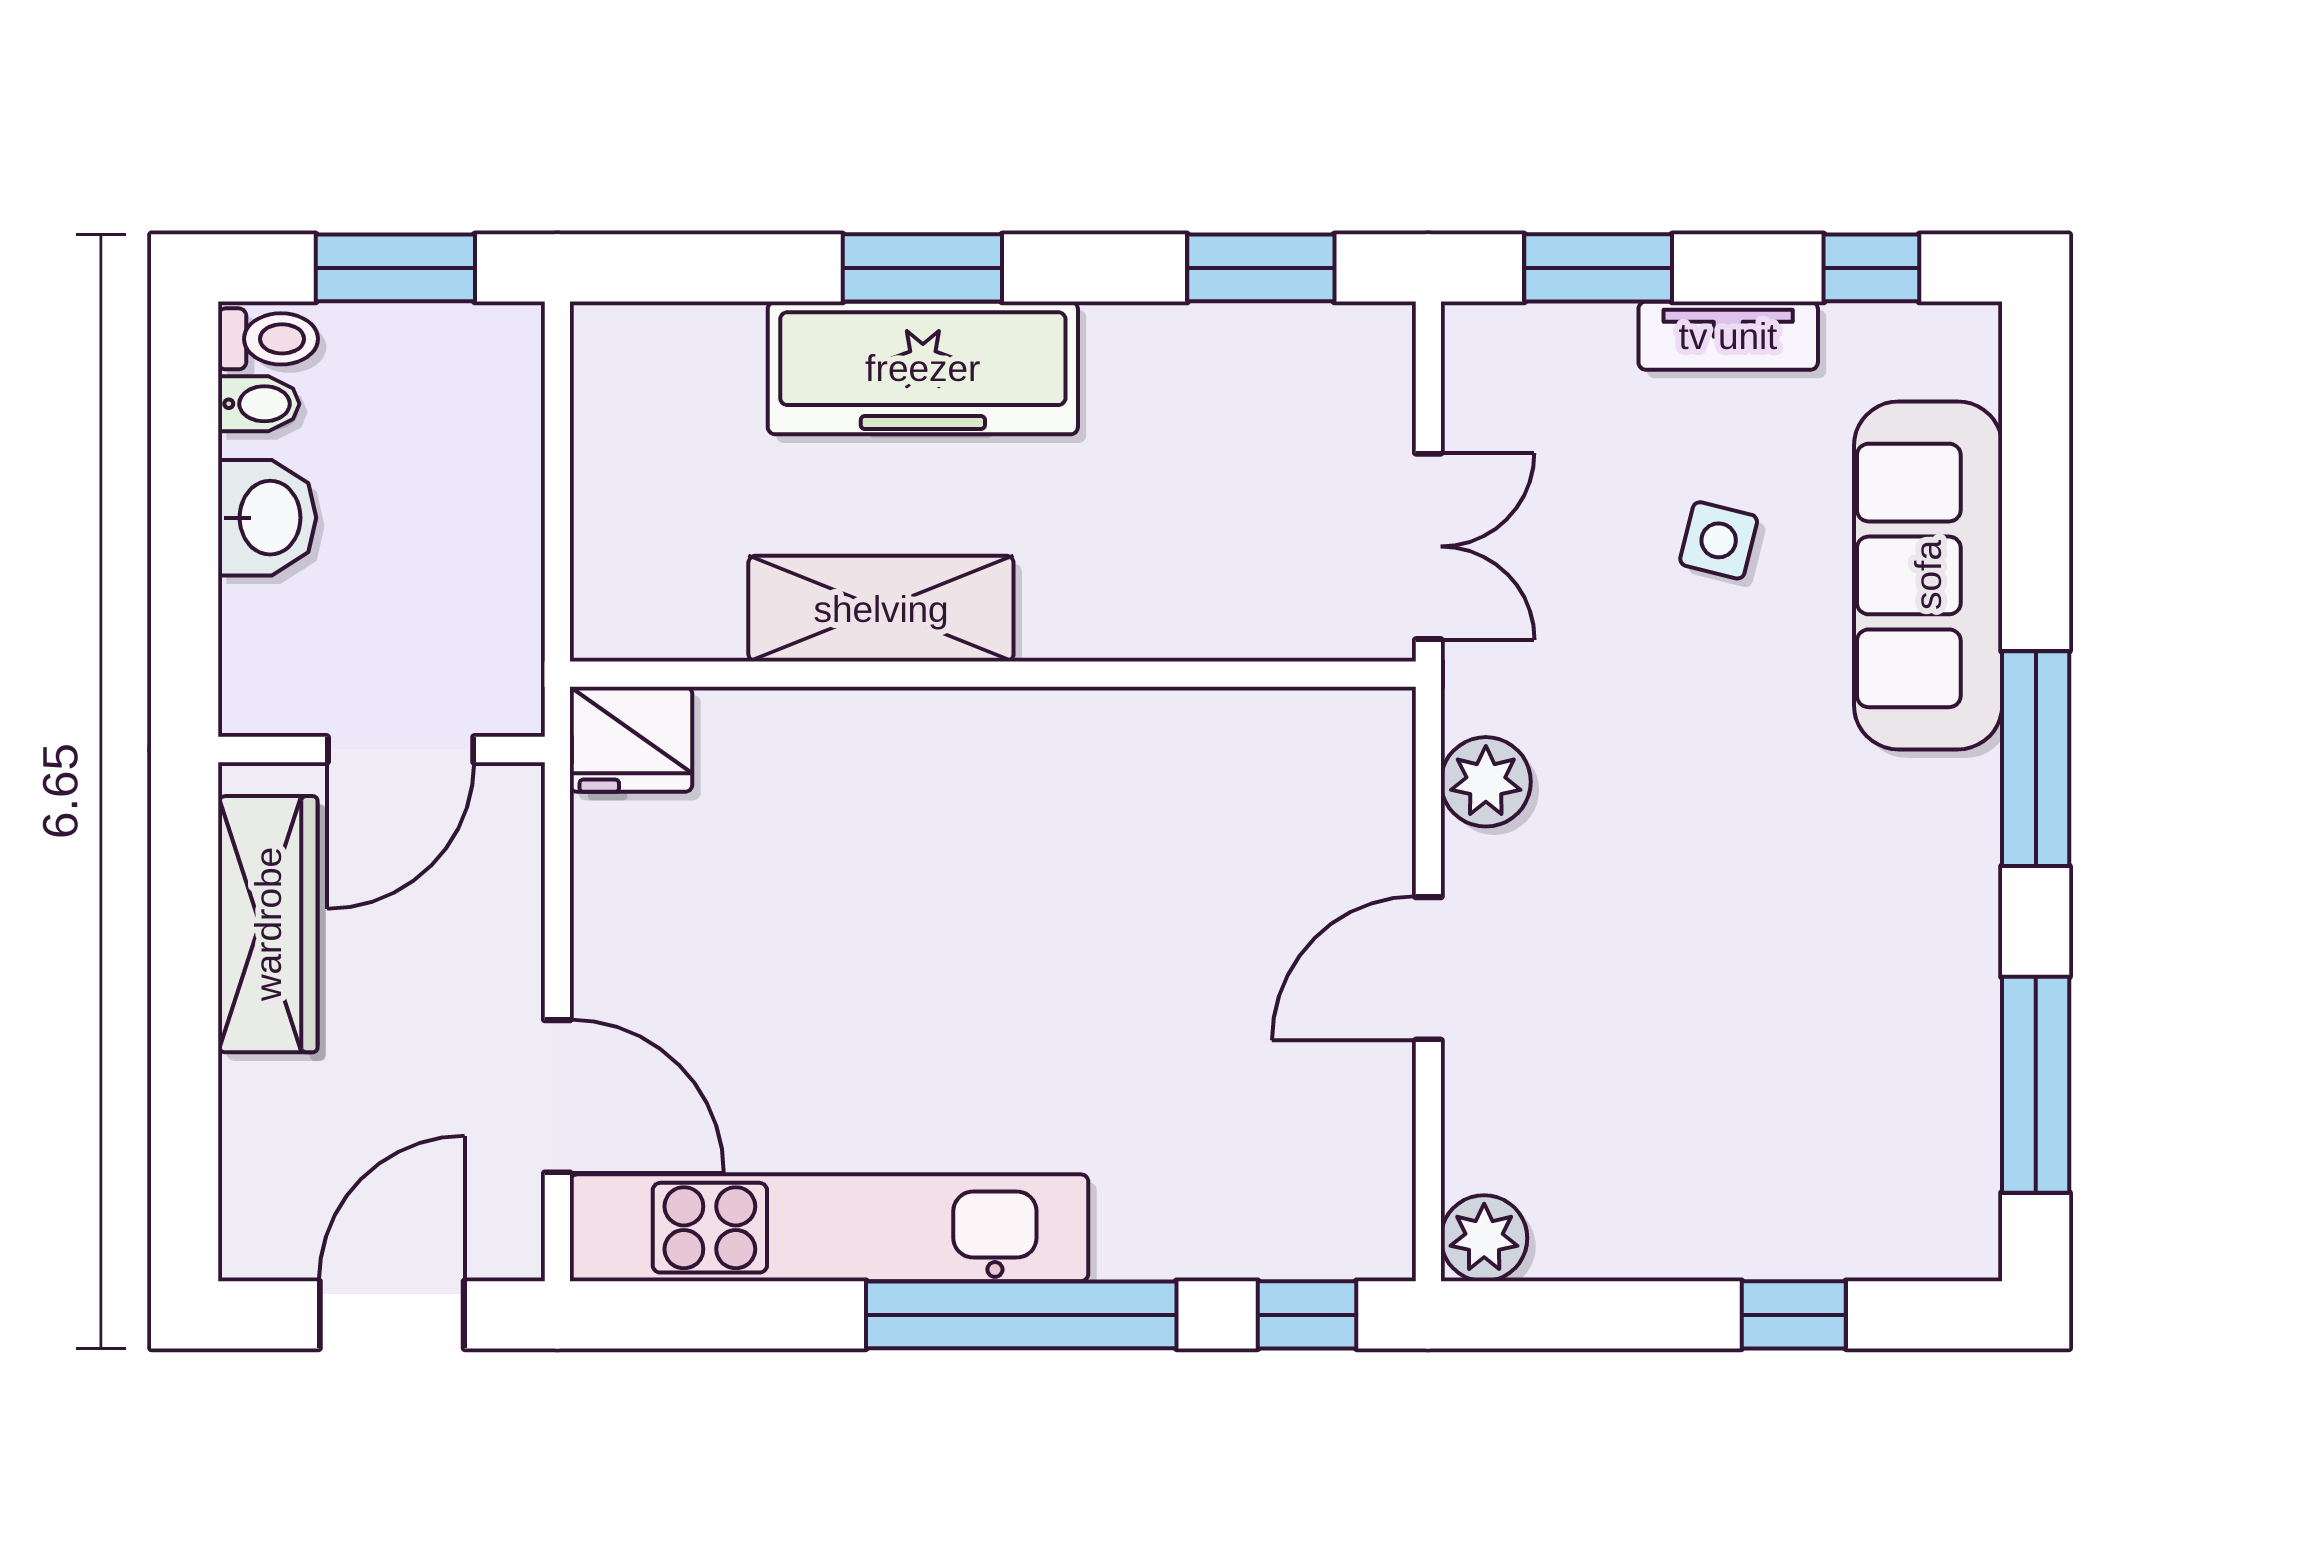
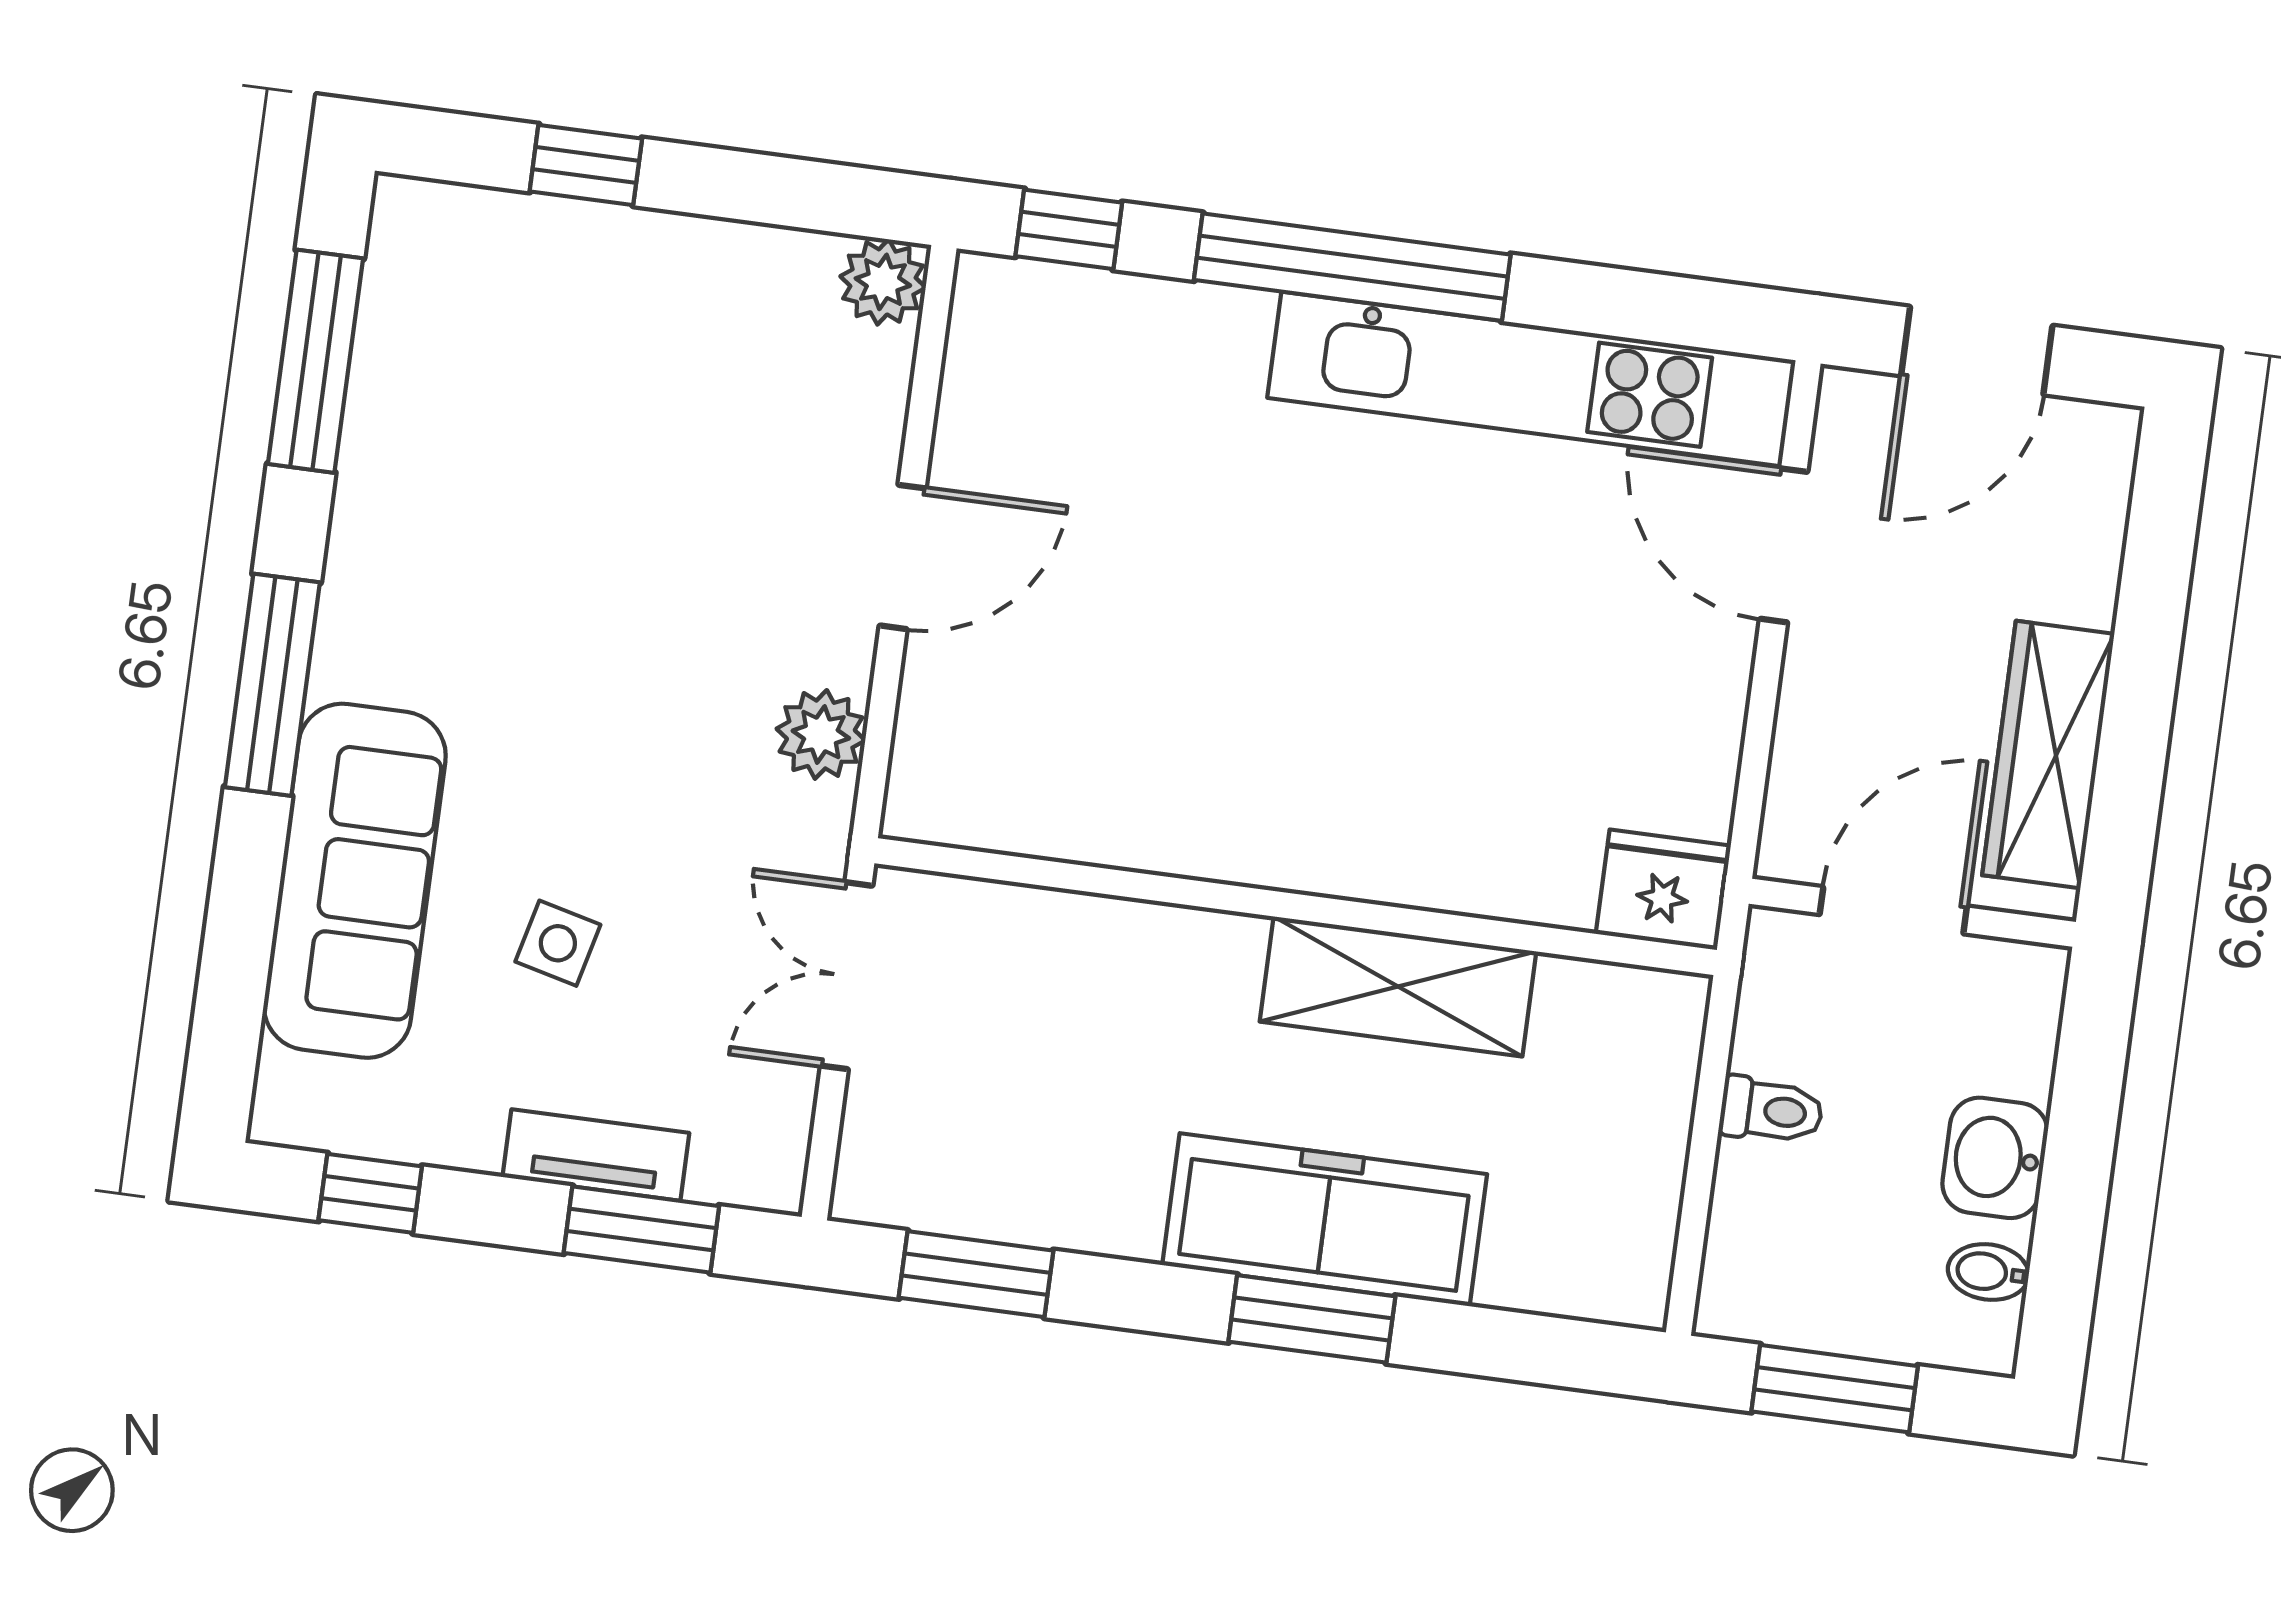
tv unit: (1728, 336) -> (596, 1155), moved
toilet: (268, 339) -> (1771, 1110), moved, turned 180

